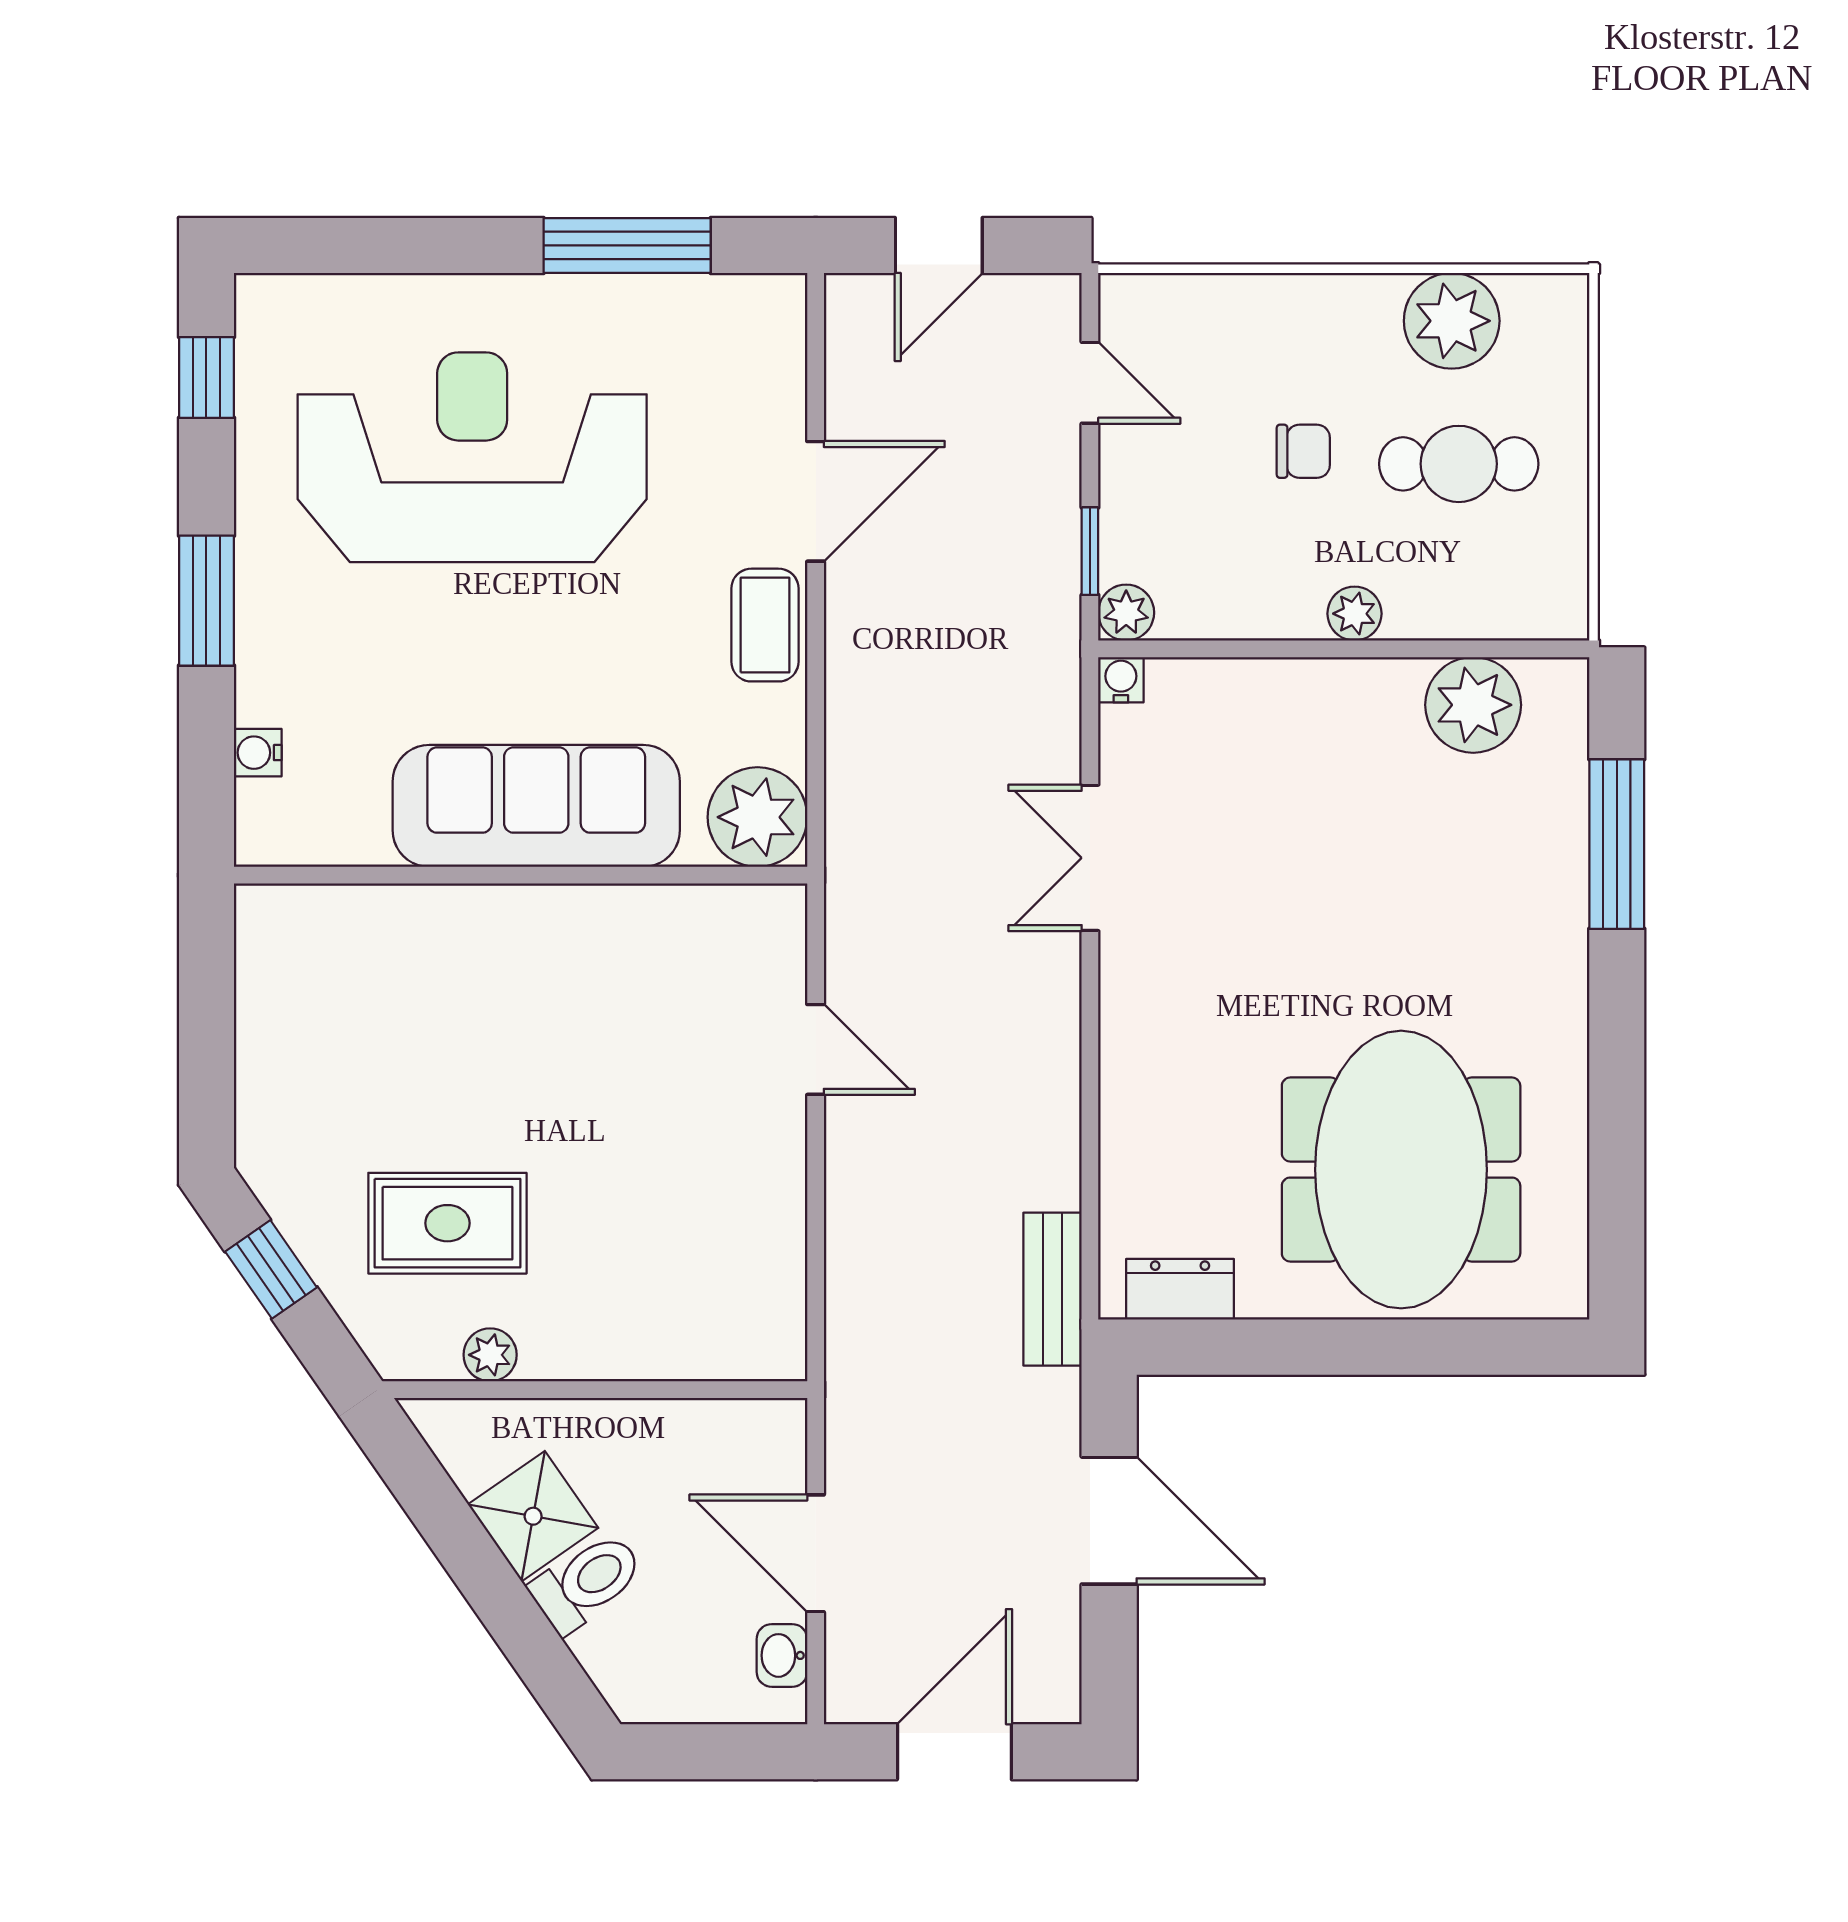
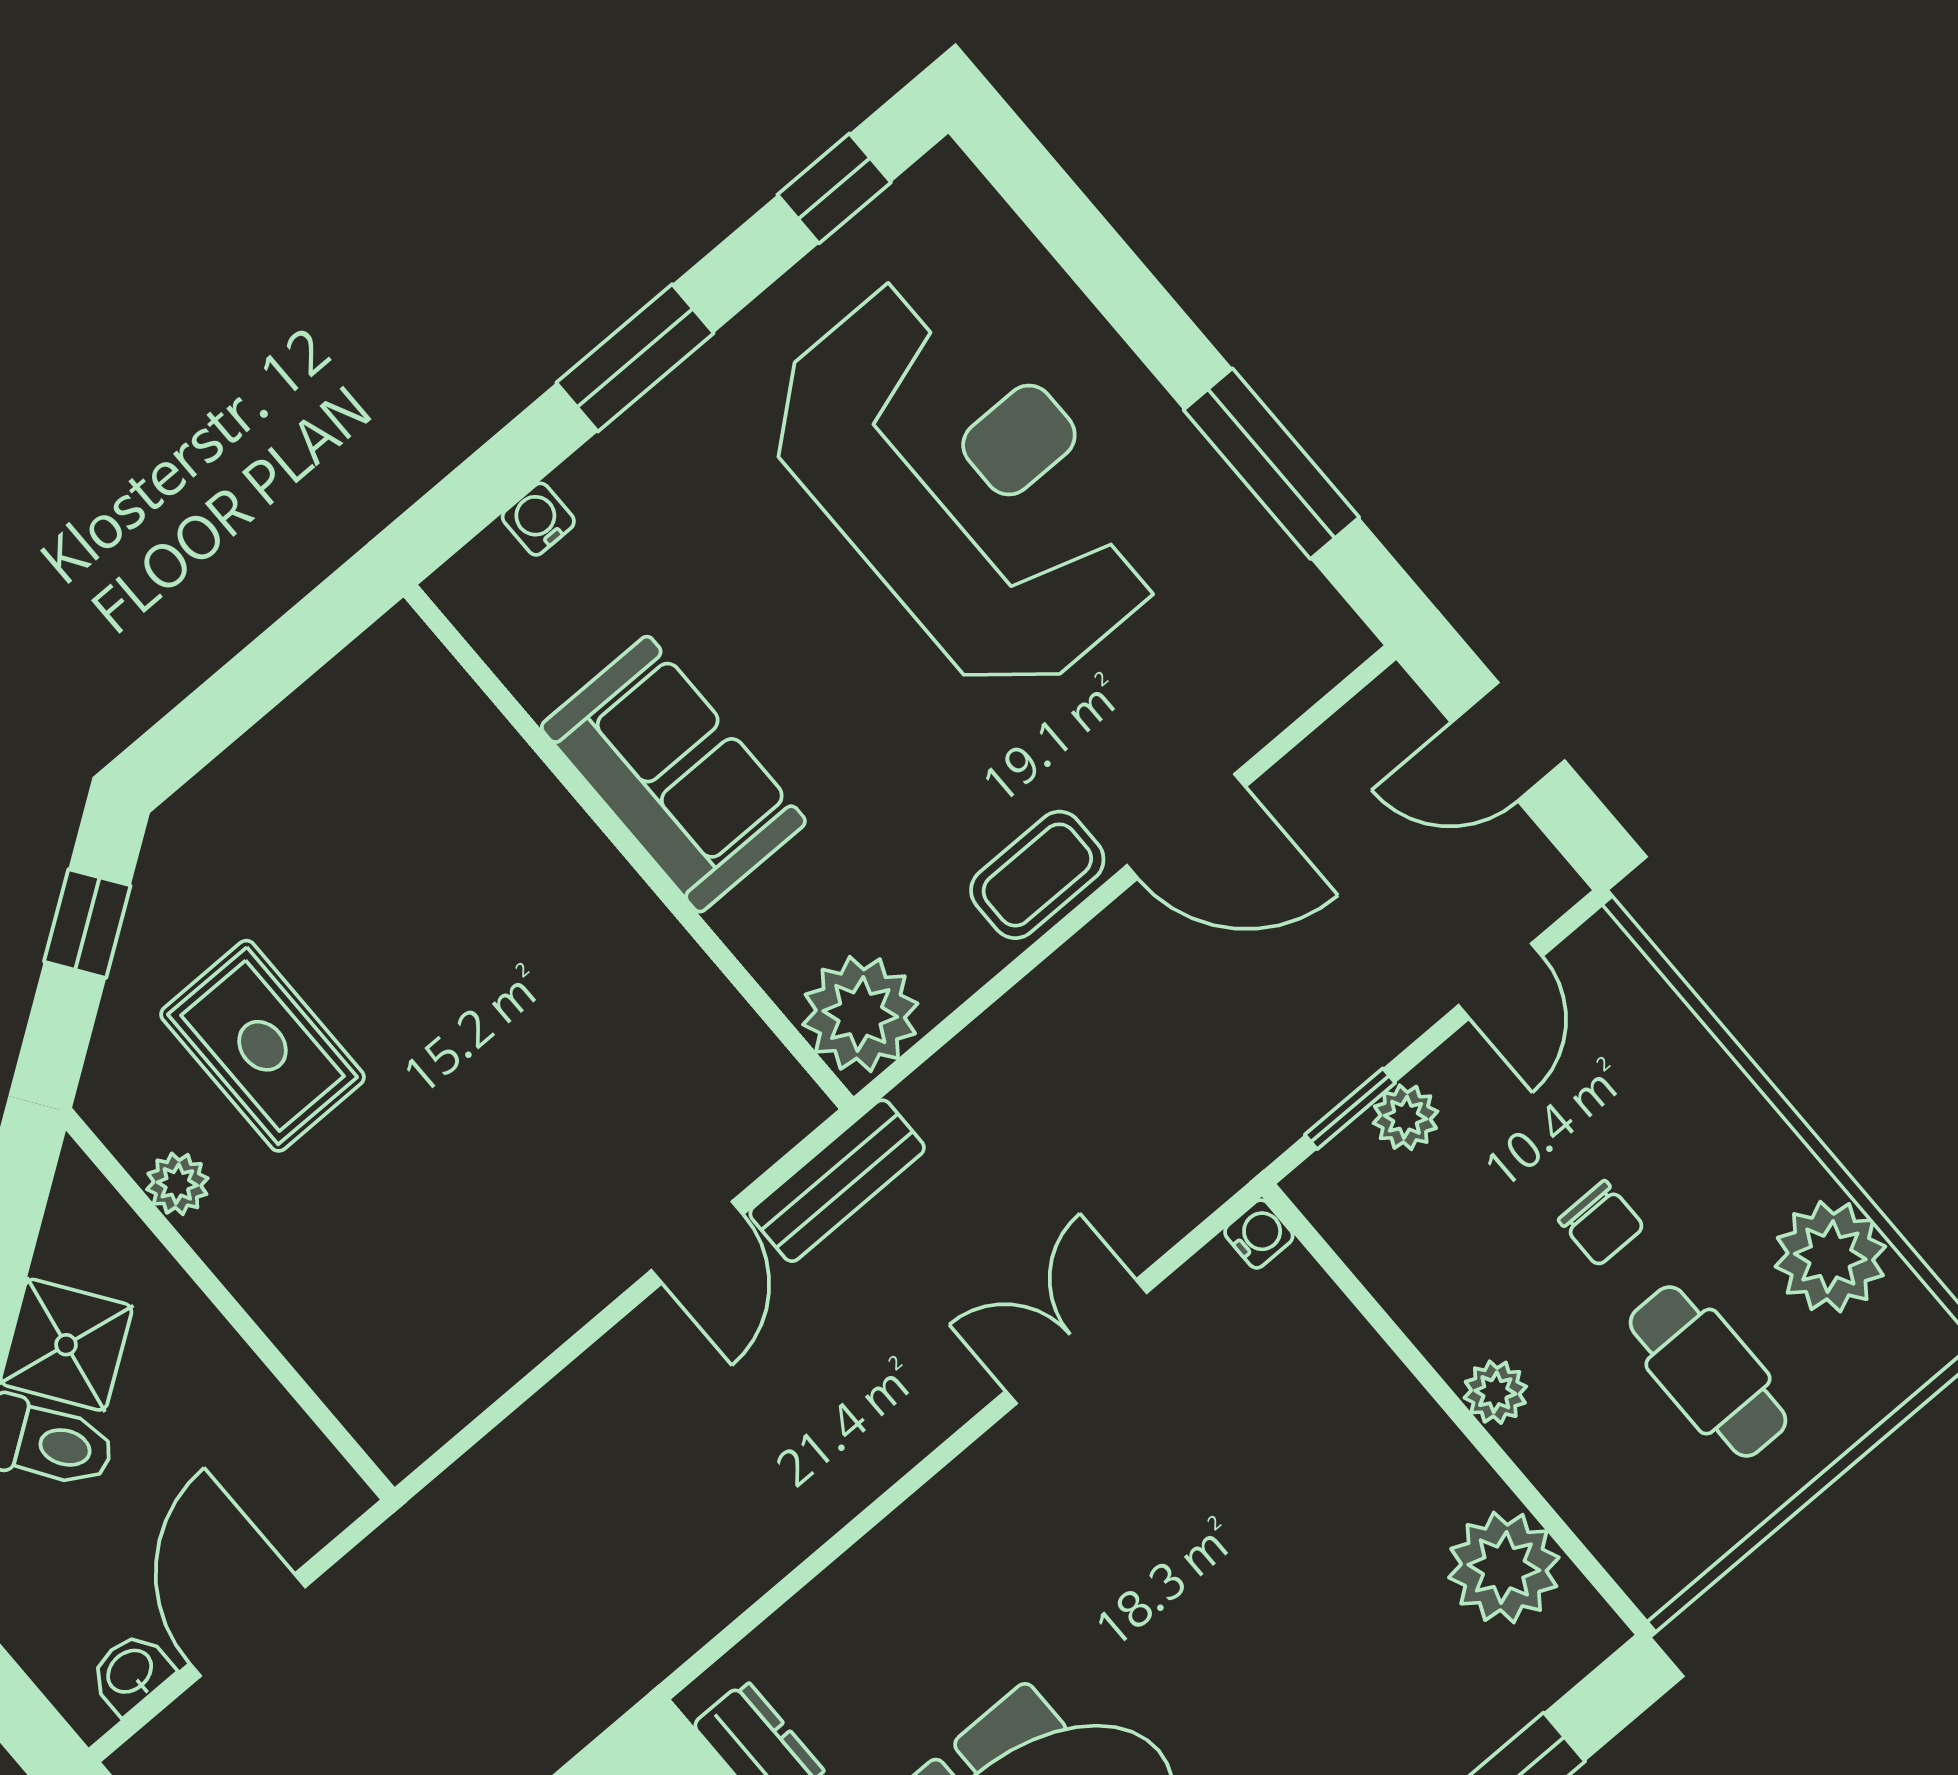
plant: (1126, 613) -> (1405, 1117), moved
sofa: (536, 806) -> (673, 774), width x0.73
bench: (1052, 1289) -> (837, 1181), moved

